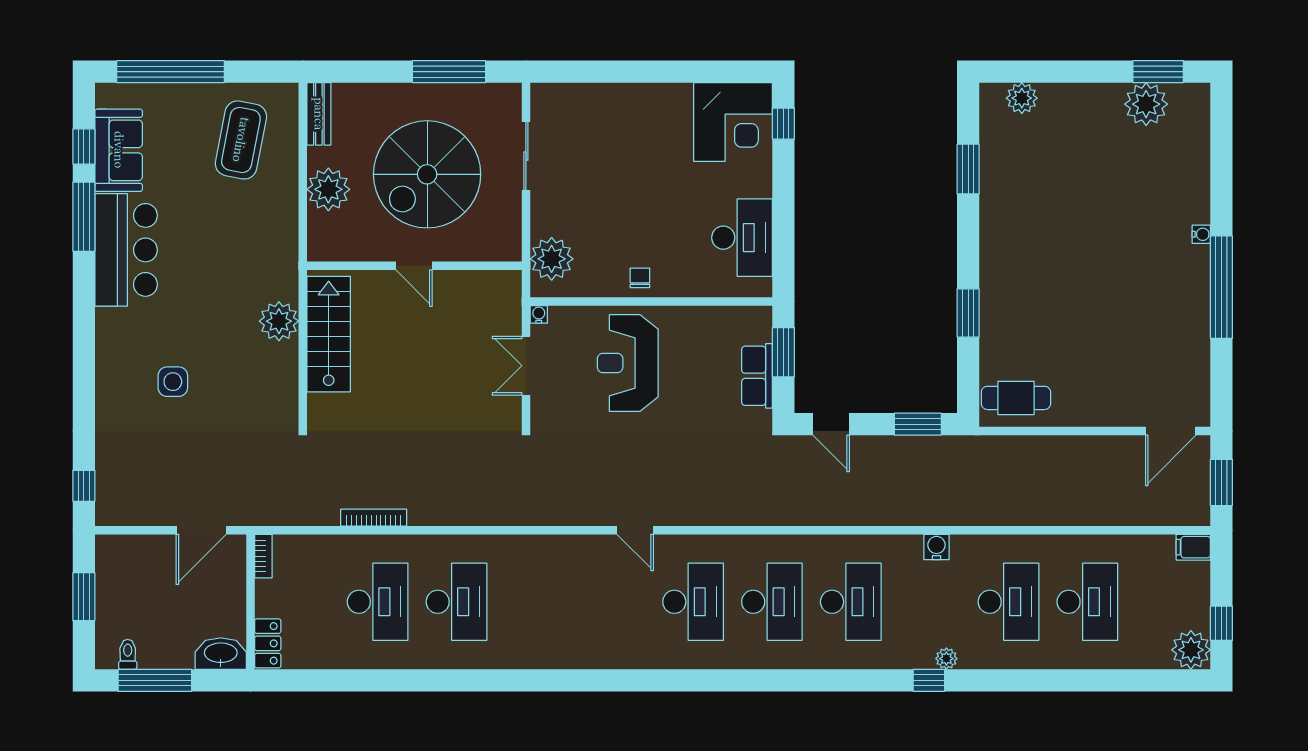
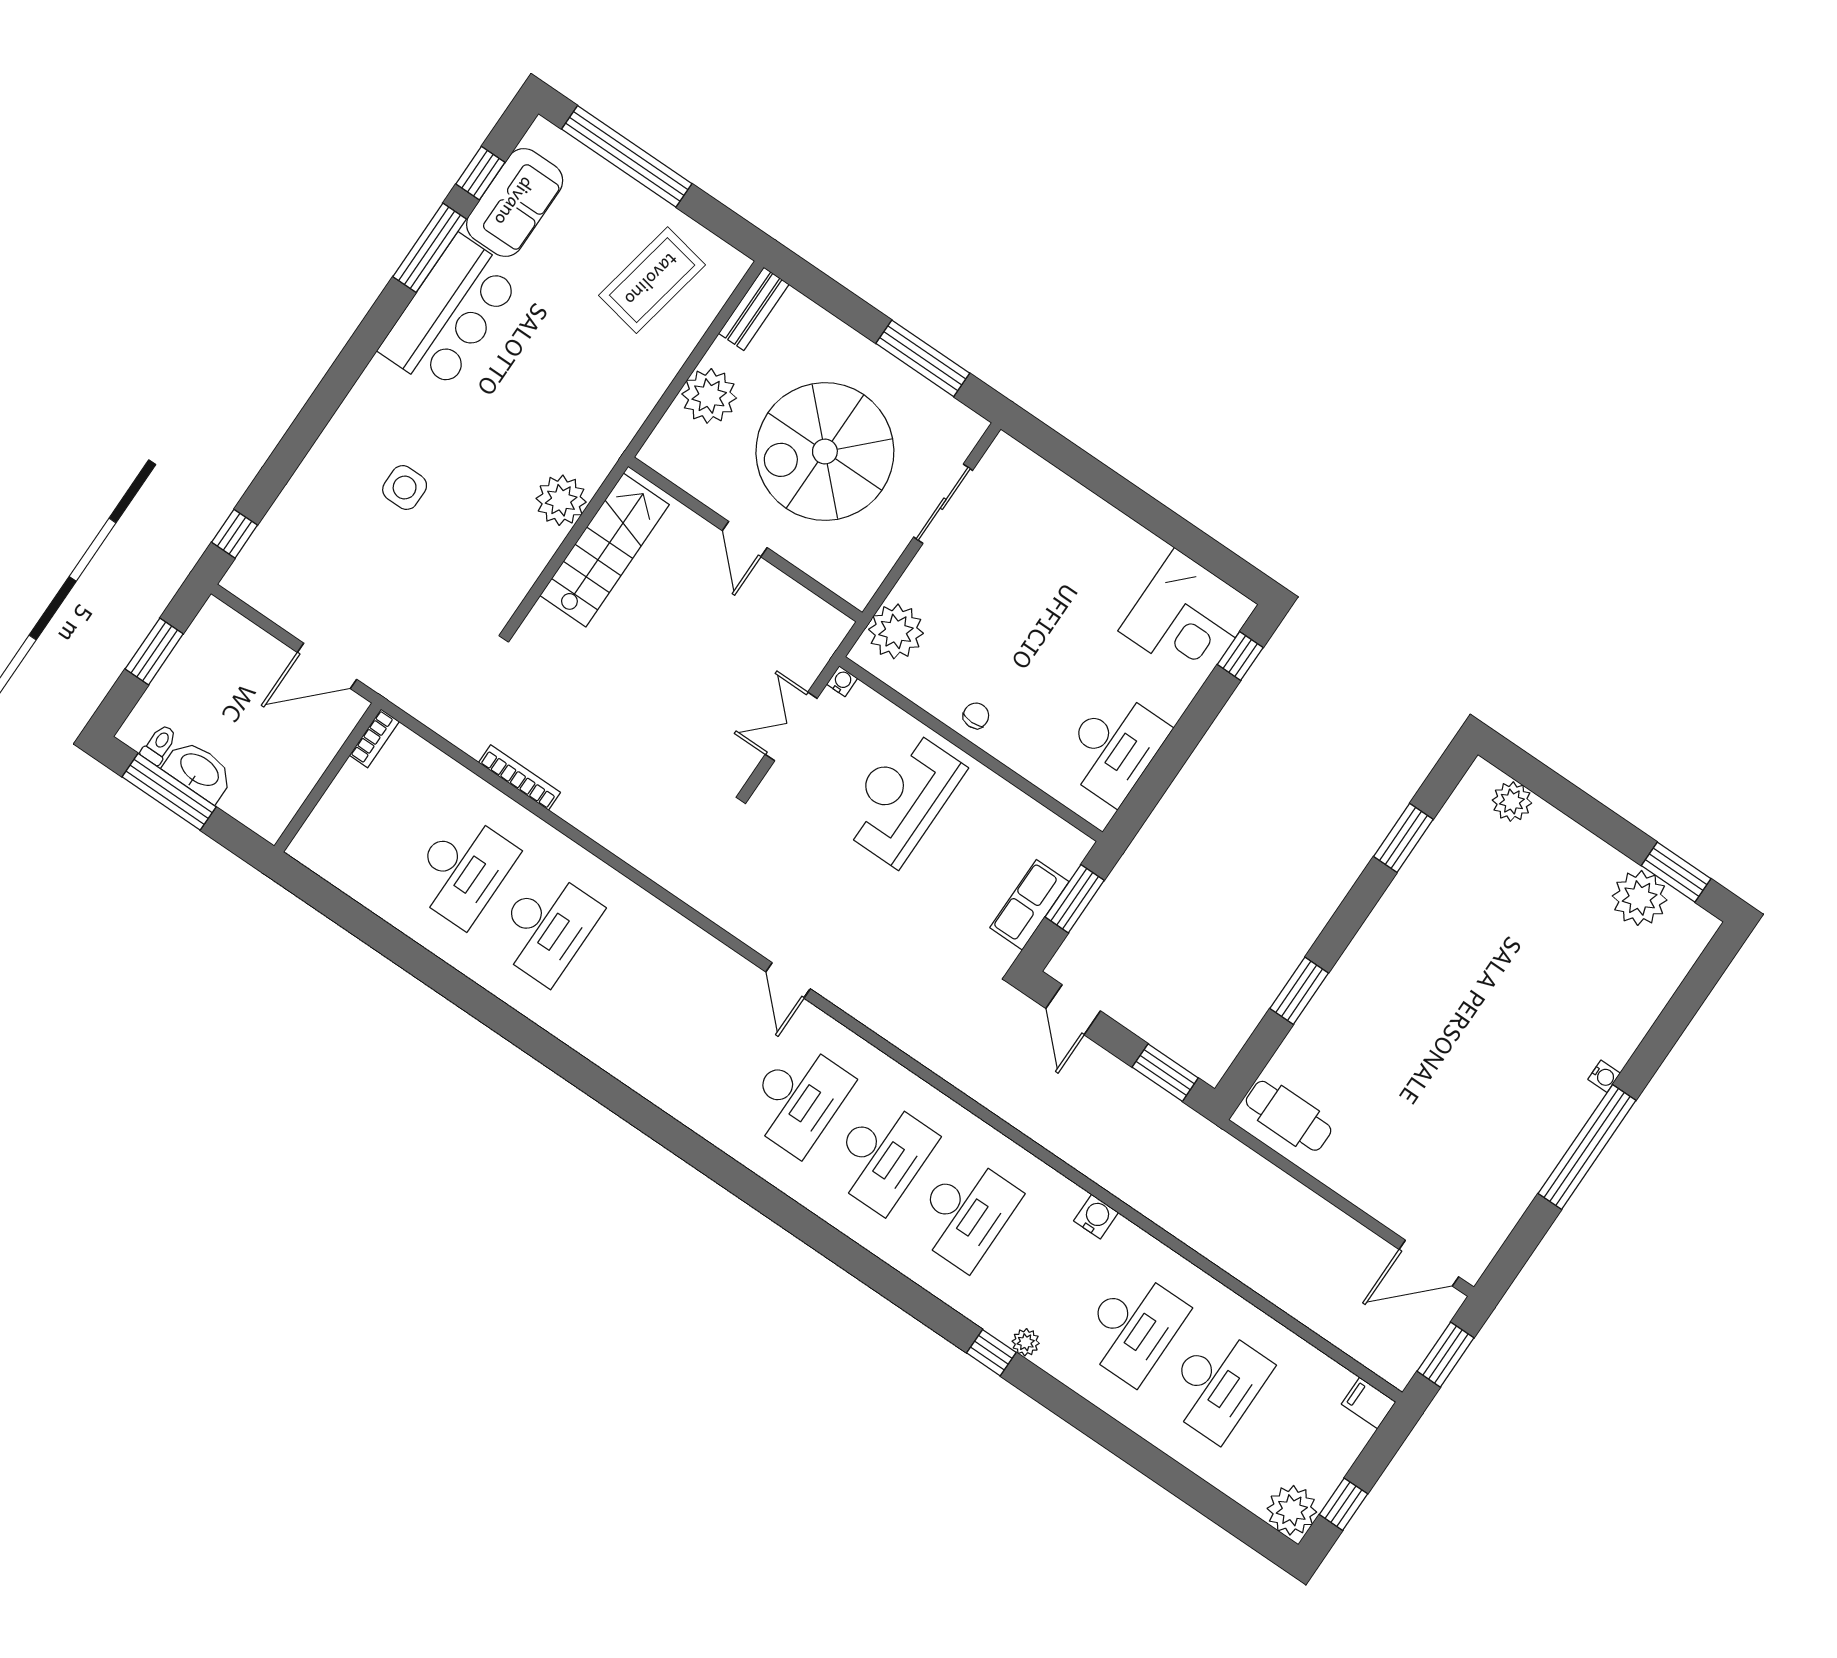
locker: (268, 643) -> (316, 834), removed
washbasin: (221, 654) -> (199, 771), moved

